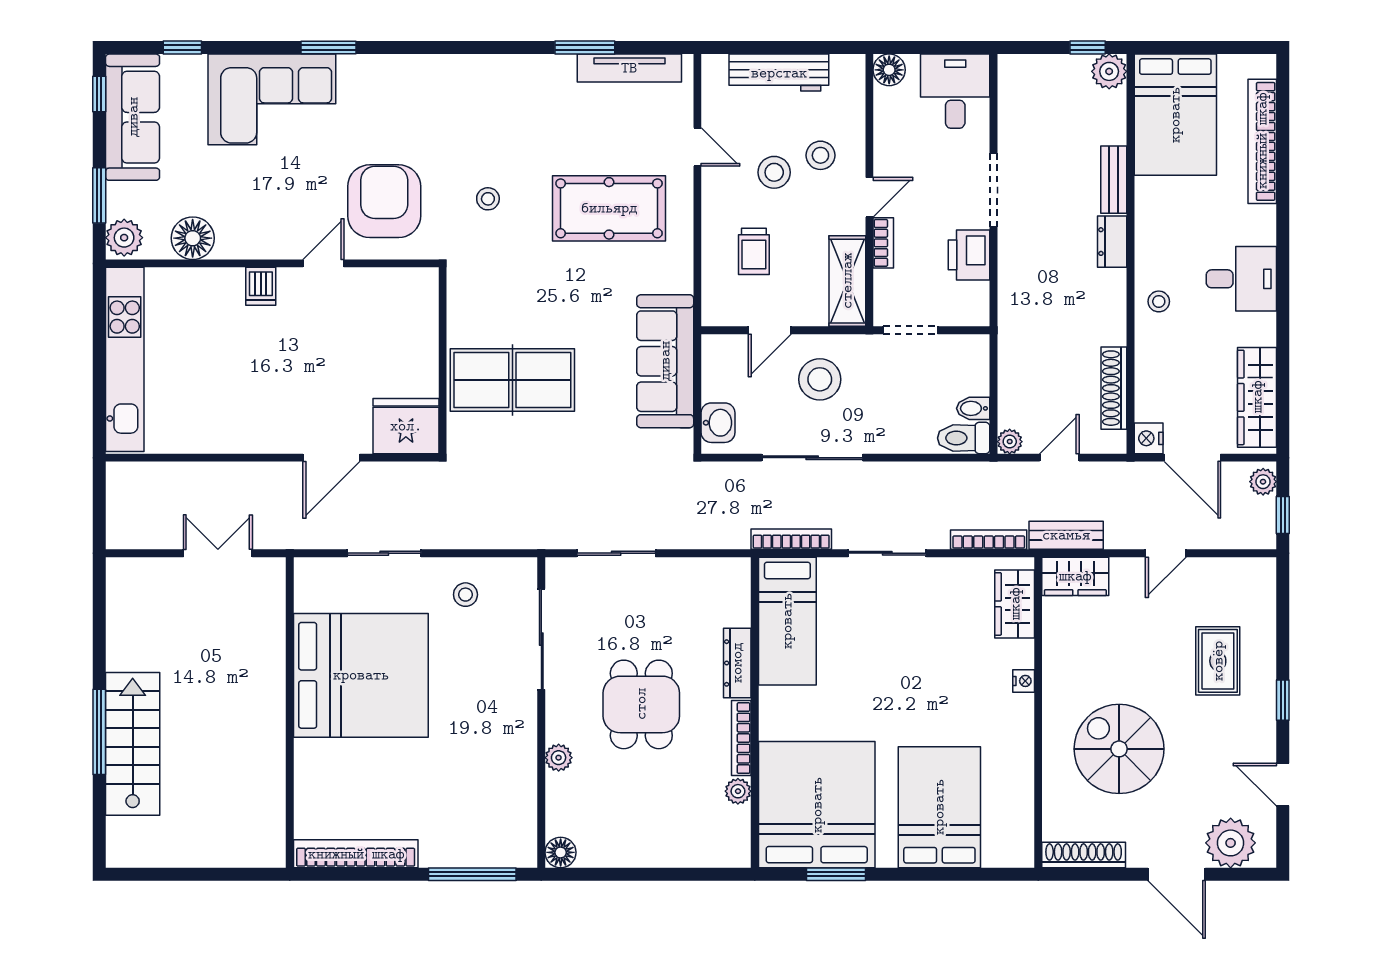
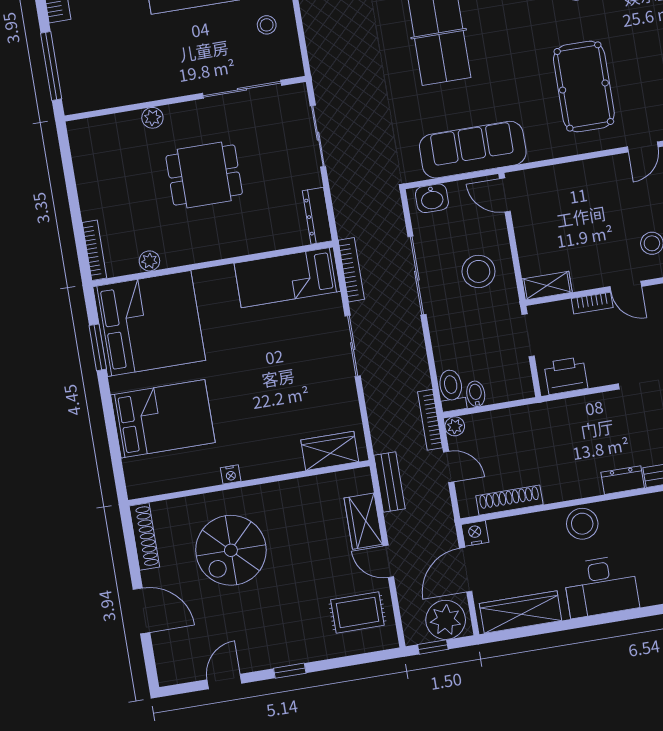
stool: (774, 172) -> (633, 210), removed
trolley: (754, 251) -> (569, 204), removed
printer: (969, 255) -> (566, 376), moved
desk: (1241, 279) -> (601, 586), width x1.37
shelving: (847, 281) -> (547, 286), width x0.67, depth x0.75
stool: (1159, 301) -> (582, 524), width x1.89, depth x1.89
door: (770, 330) -> (505, 195), moved
plant: (1263, 482) -> (446, 620), width x1.88, depth x1.88
bookcase: (989, 540) -> (430, 420), moved, turned 180
wardrobe: (1075, 576) -> (363, 521), moved
rug: (1218, 661) -> (357, 612), moved
dresser: (737, 663) -> (317, 216), moved, turned -90
nightstand: (1024, 681) -> (231, 474), moved
bookcase: (741, 738) -> (94, 250), moved, turned 90
spiral stairs: (1119, 749) -> (231, 550), turned 180
plant: (1231, 843) -> (173, 649), removed
floor lamp: (561, 852) -> (79, 131), removed
door: (1177, 874) -> (141, 611), swing flipped

